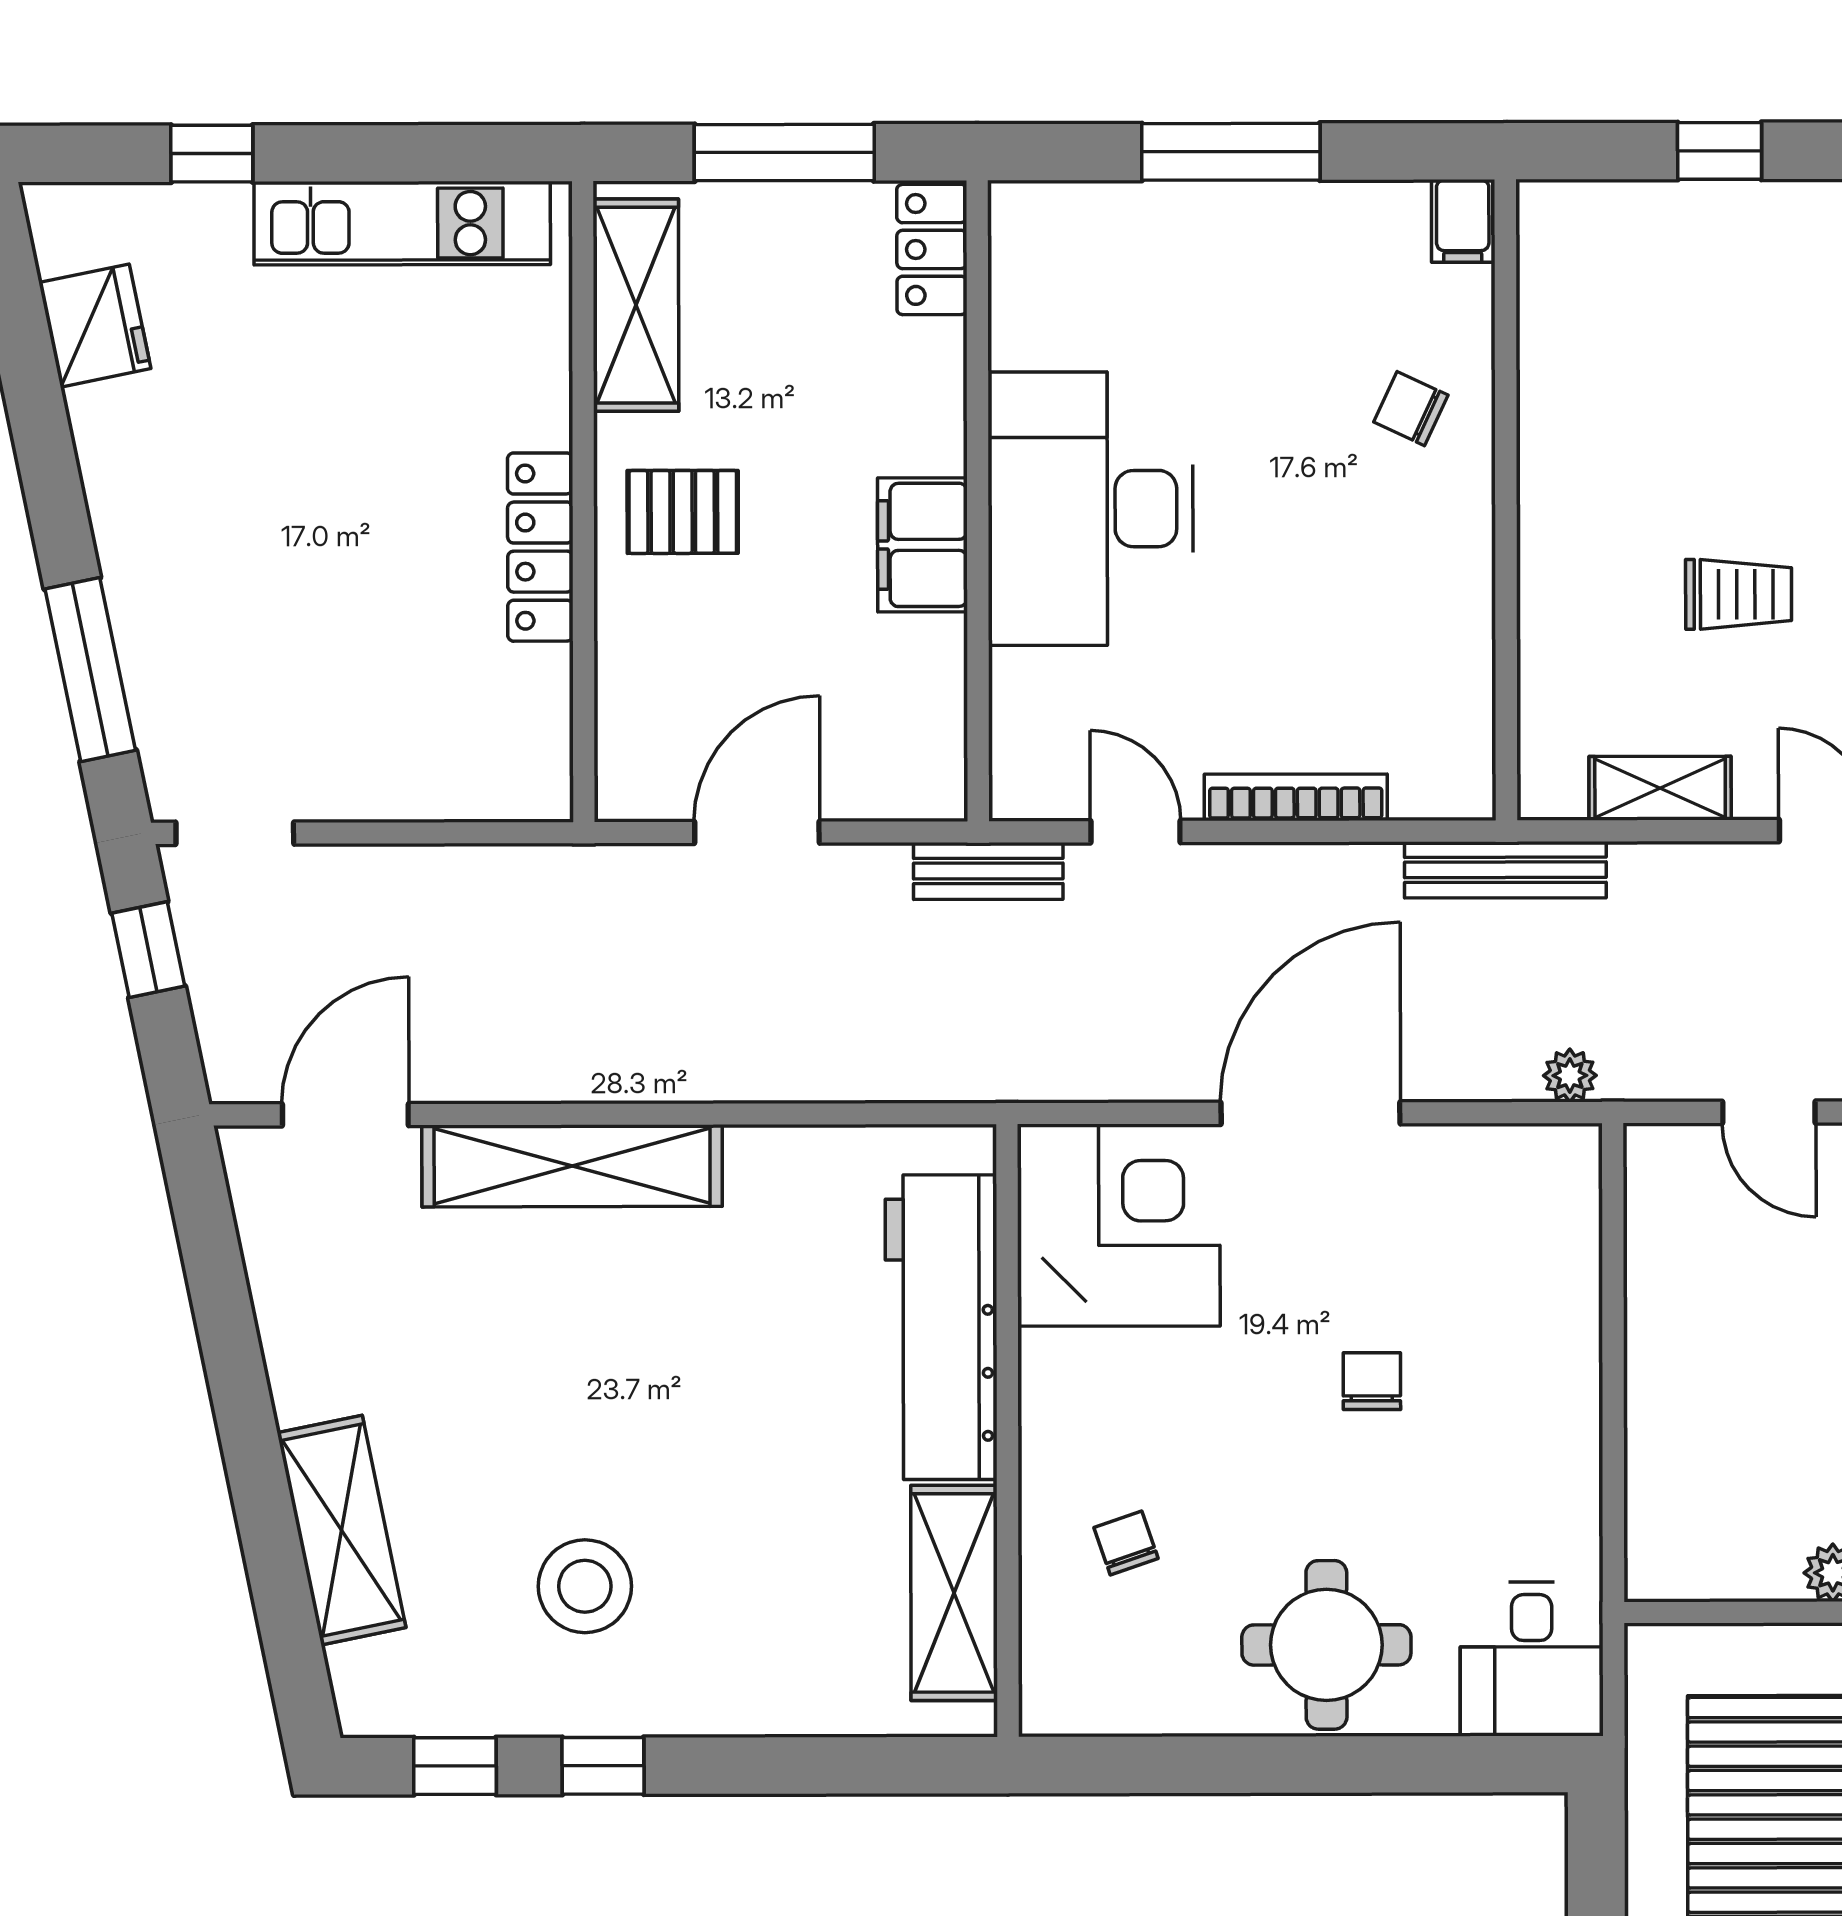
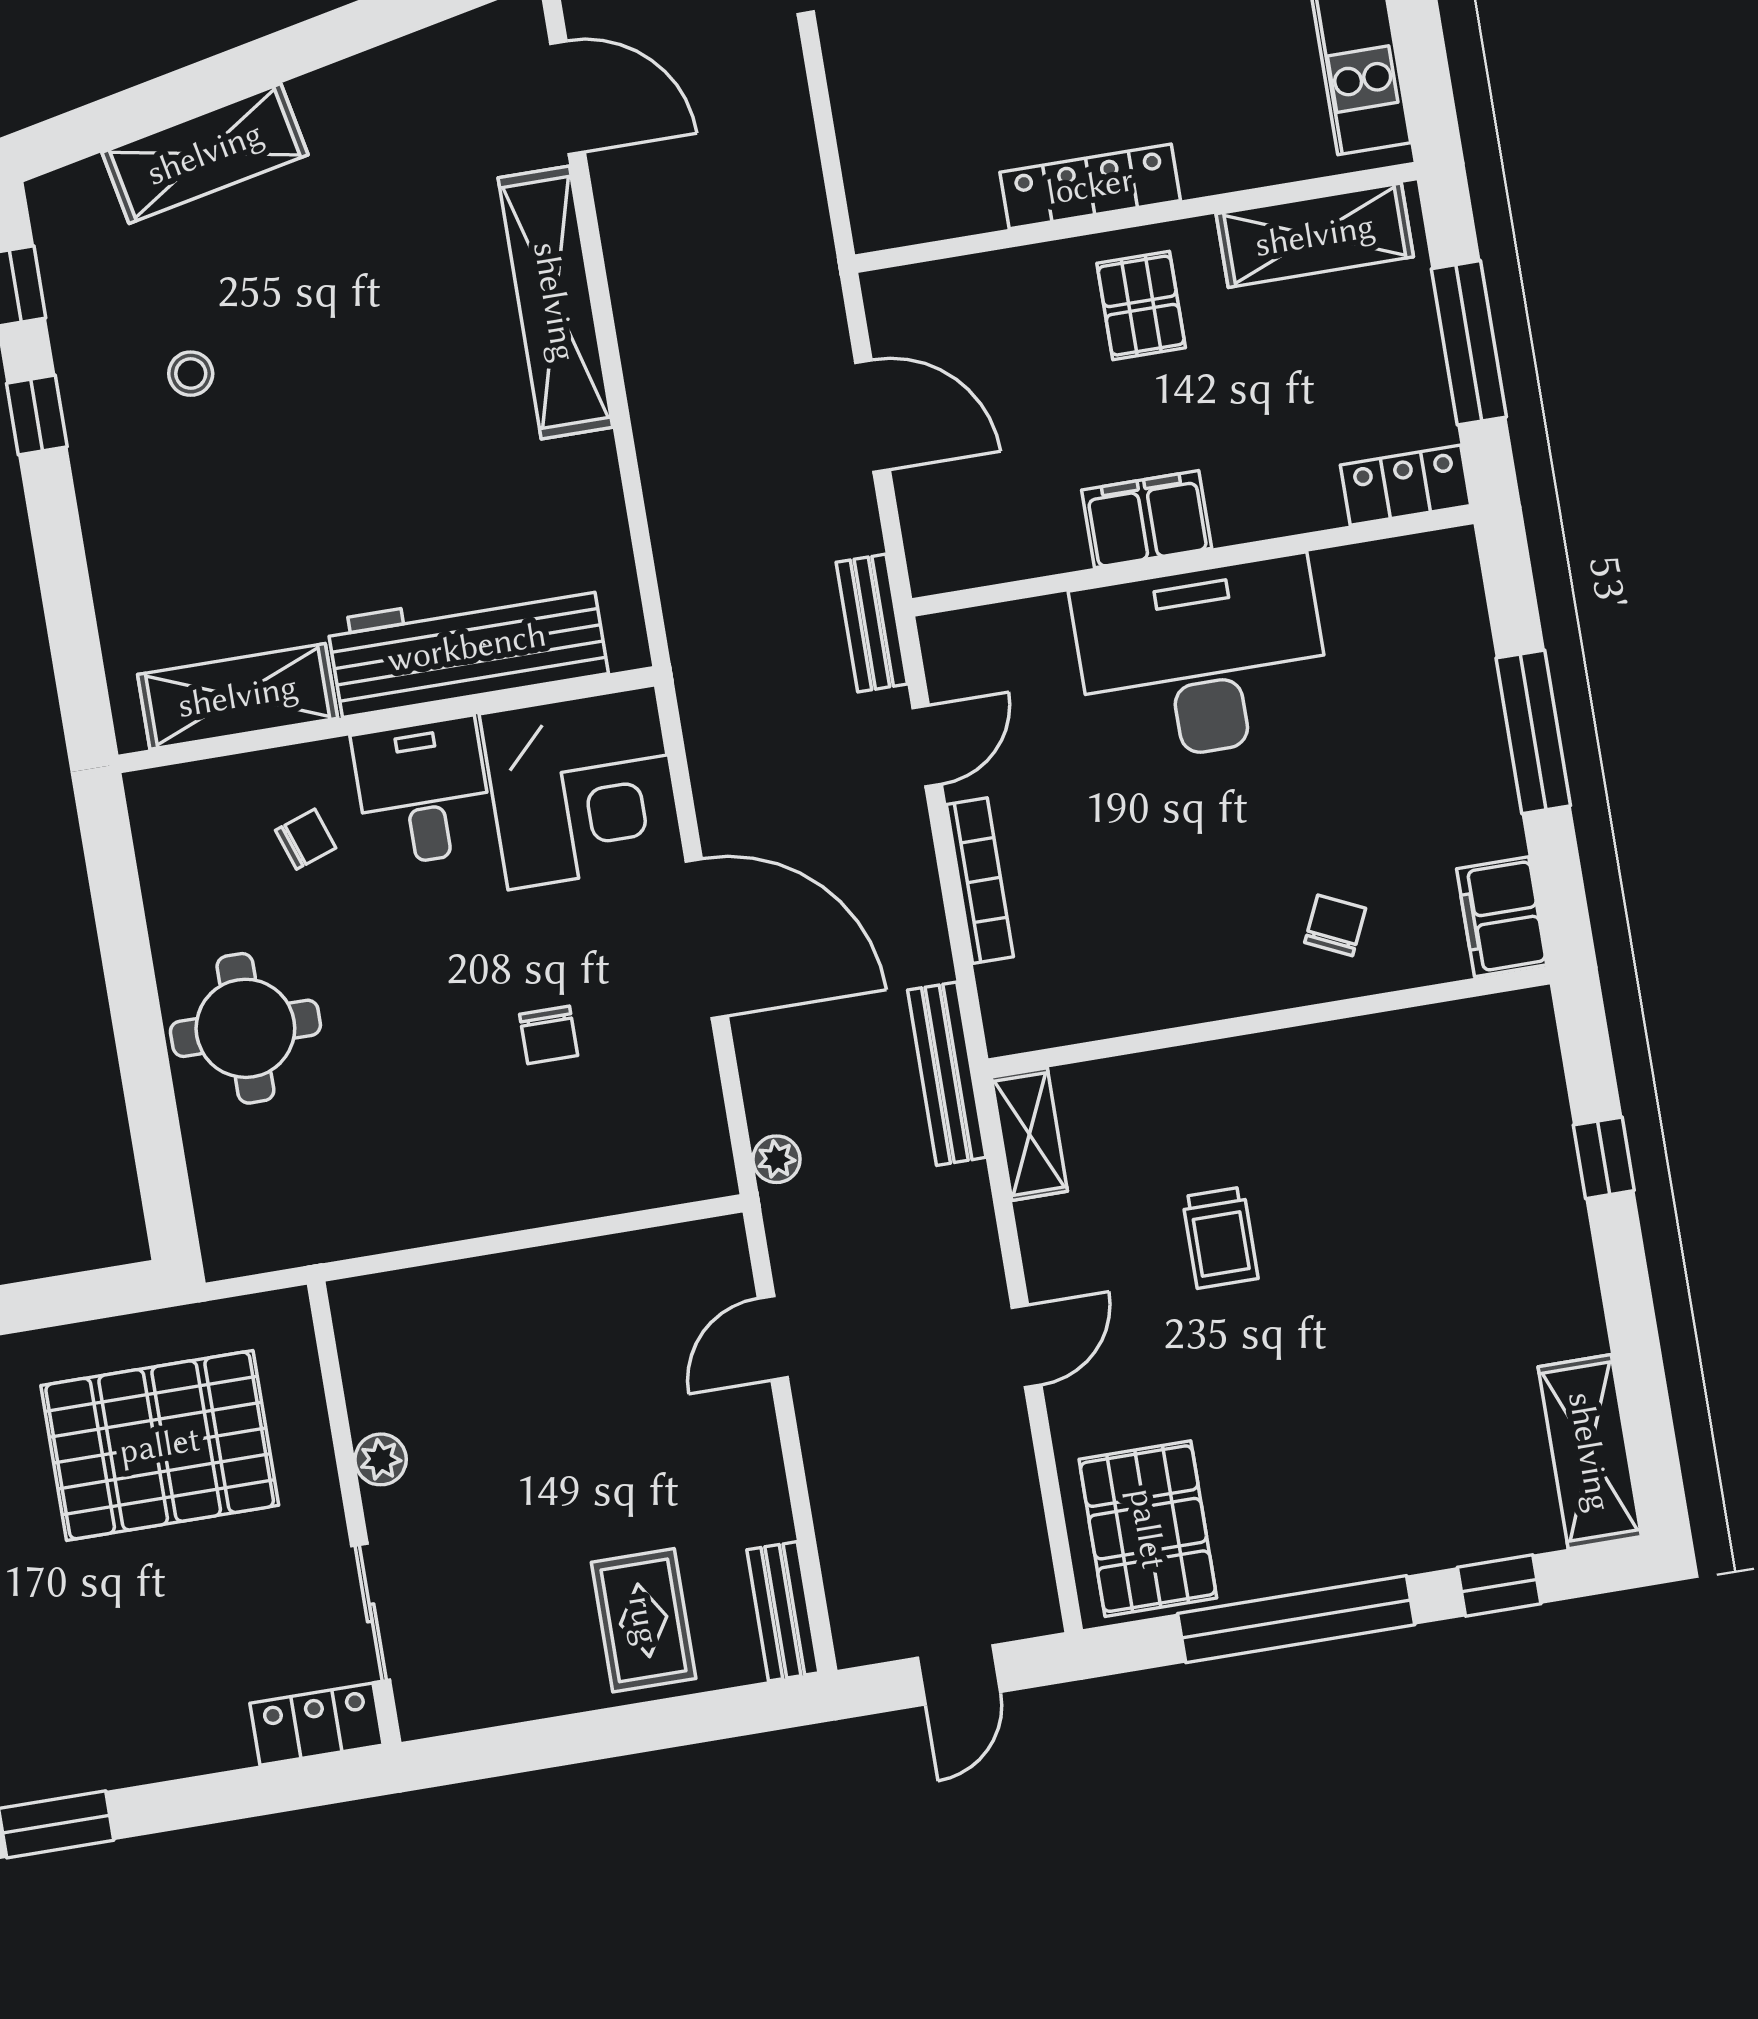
filing cabinet: (1463, 221) -> (1502, 917), width x2.00
shelving: (1660, 788) -> (1029, 1134), moved
chair: (1372, 1381) -> (549, 1035), moved, turned 90
stool: (585, 1586) -> (191, 374), width x0.53, depth x0.53
desk: (1532, 1659) -> (423, 792), moved, turned 90

